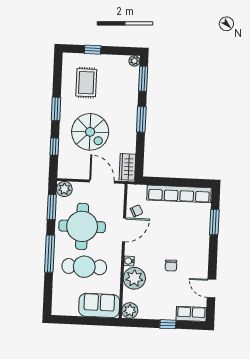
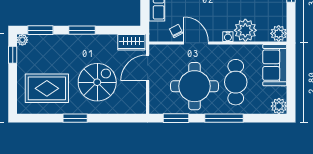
window: (93, 50) -> (13, 55), moved
rug: (86, 83) -> (47, 88), width x1.36, depth x1.43
window: (54, 147) -> (114, 118), removed
plant: (64, 189) -> (279, 106), moved

